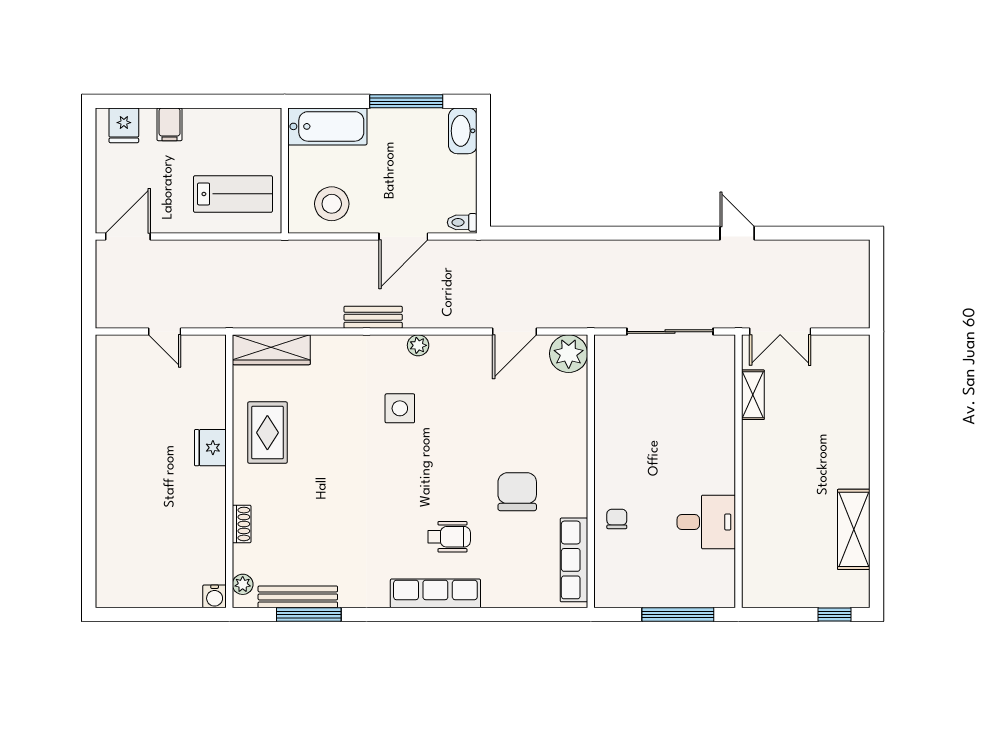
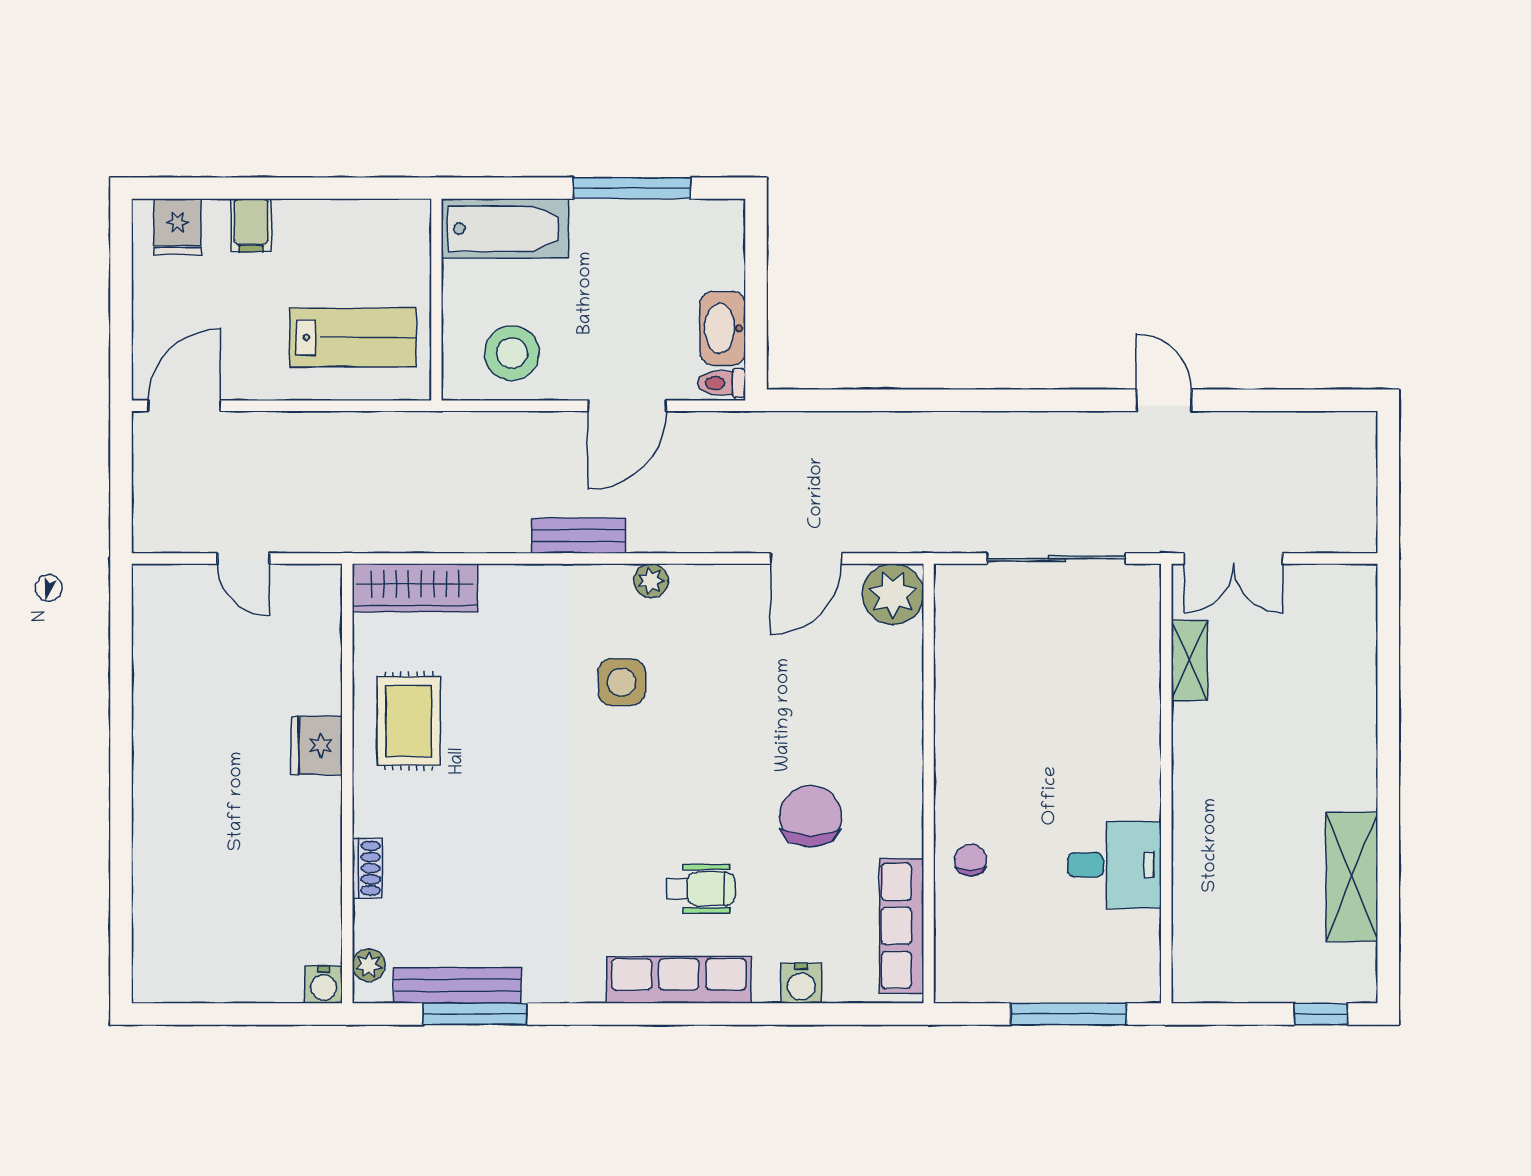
washbasin: (463, 131) -> (723, 328), moved
water cooler: (512, 596) -> (801, 983), added

